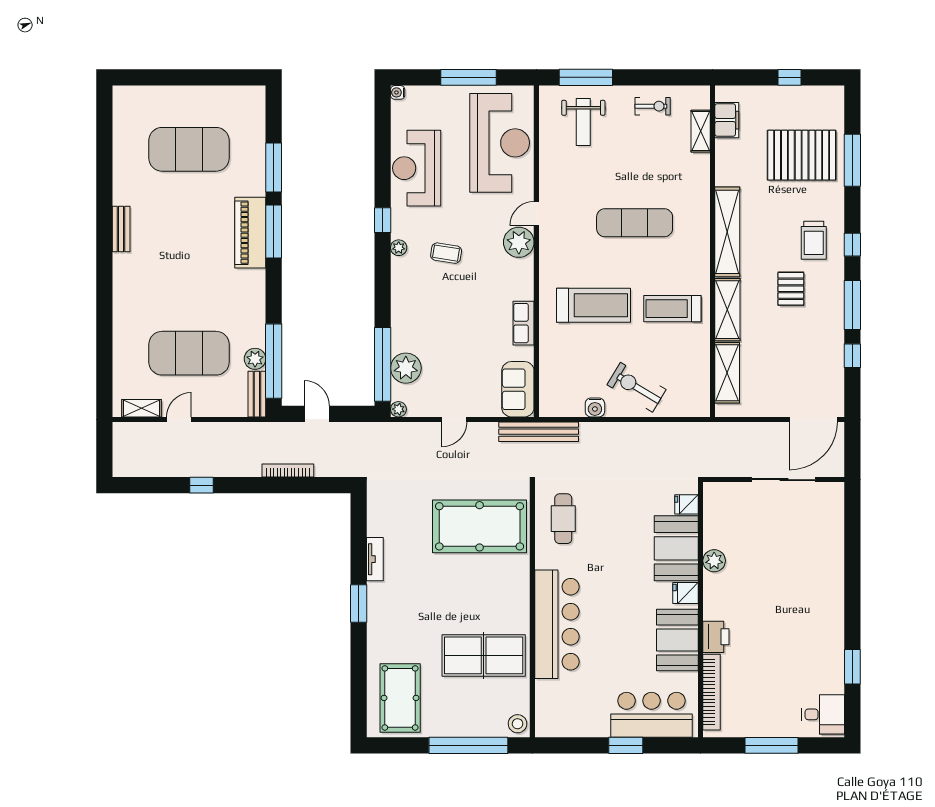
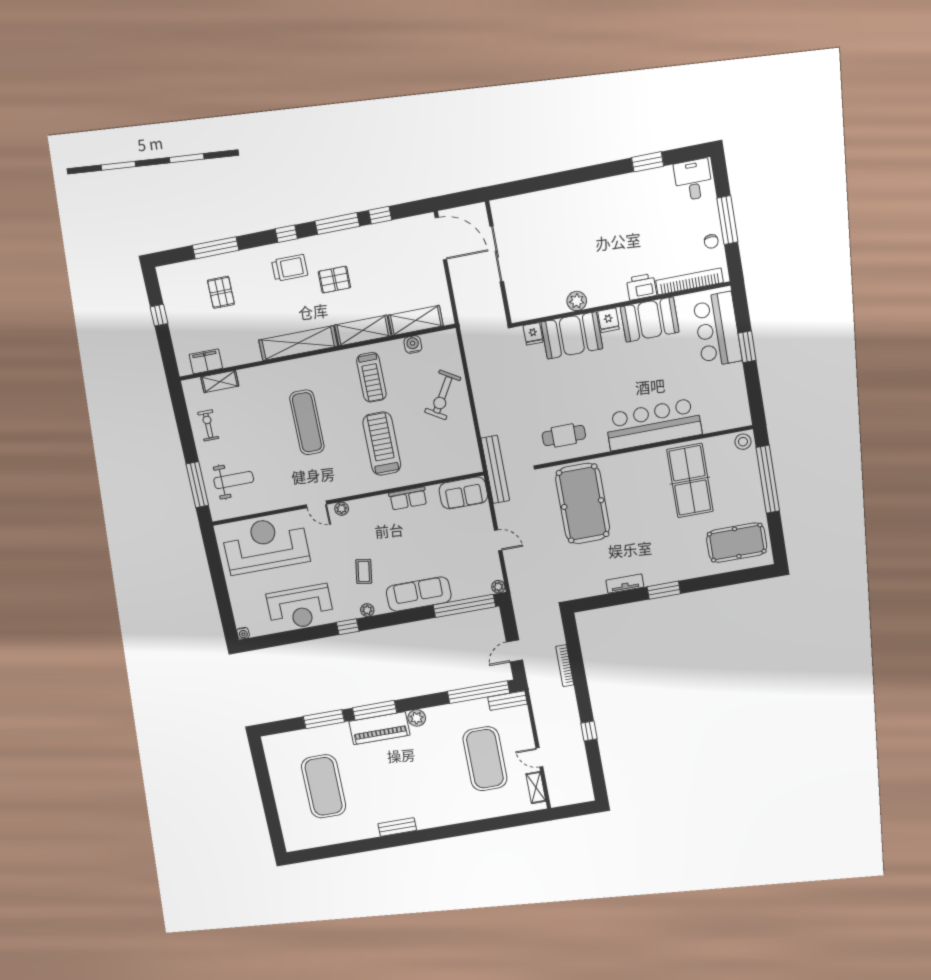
window: (468, 77) -> (219, 579), removed
pallet: (802, 155) -> (221, 292), width x0.49, depth x0.50
plant: (519, 242) -> (342, 509), width x0.53, depth x0.53
sofa: (407, 313) -> (419, 594), added
plant: (255, 359) -> (417, 718), moved
plant: (406, 368) -> (464, 587), removed
water cooler: (595, 407) -> (413, 345), moved, turned -90
chair: (751, 724) -> (711, 241), added

